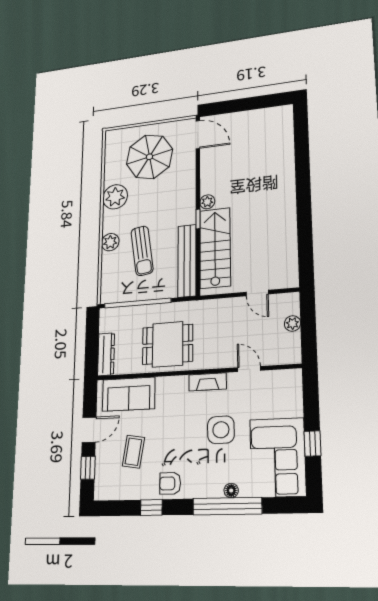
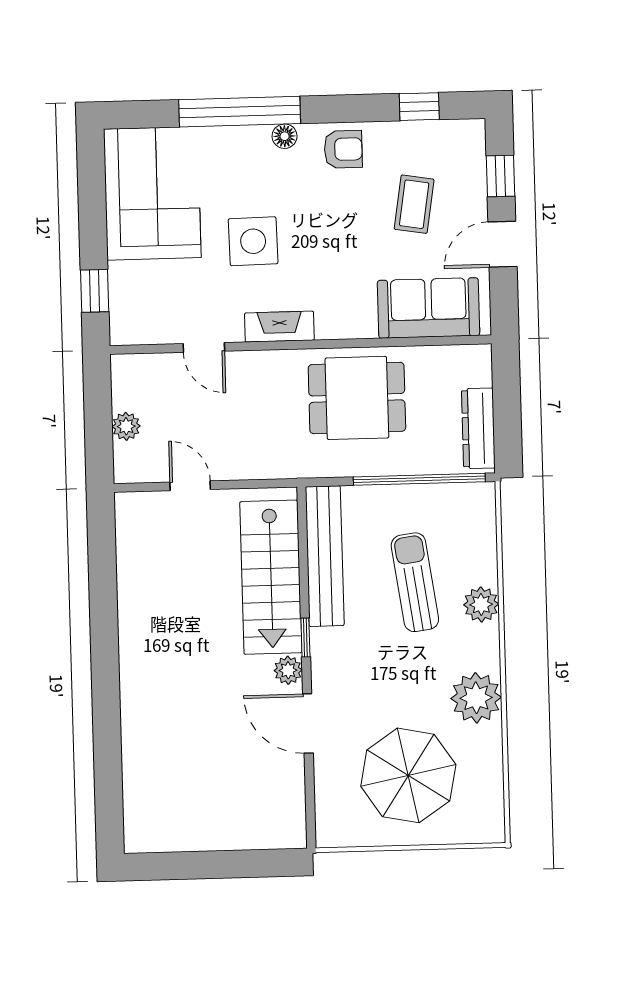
door: (198, 135) -> (308, 723), moved
dresser: (106, 354) -> (478, 428), moved
window: (313, 444) -> (95, 291), moved
floor lamp: (231, 491) -> (285, 136), moved
window: (151, 507) -> (419, 107), moved

